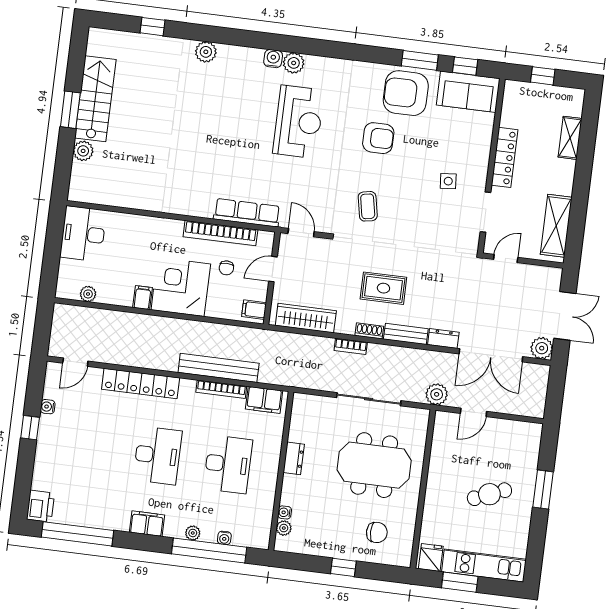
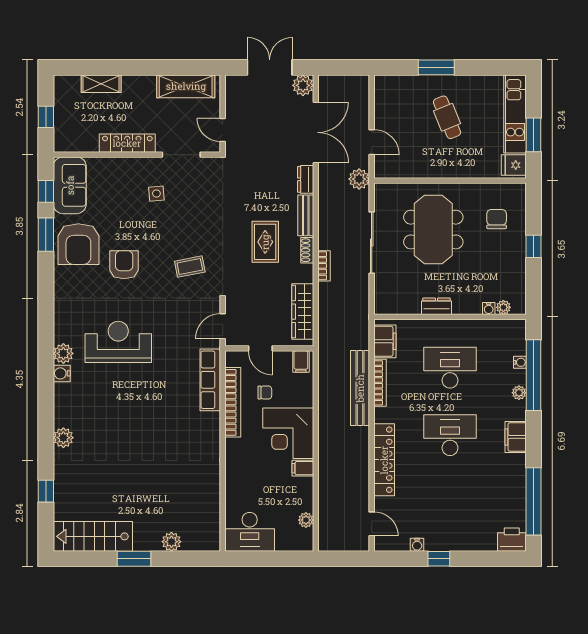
stairs: (95, 99) -> (93, 536), moved

